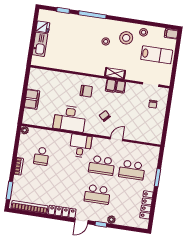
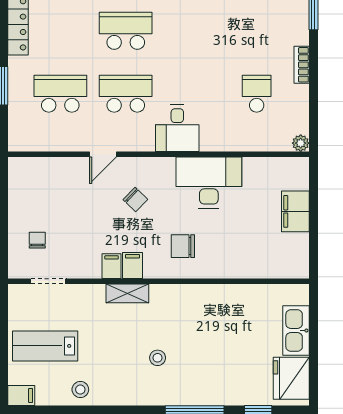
fridge: (43, 27) -> (291, 378), width x1.88, depth x1.34
stool: (126, 38) -> (115, 372), removed

